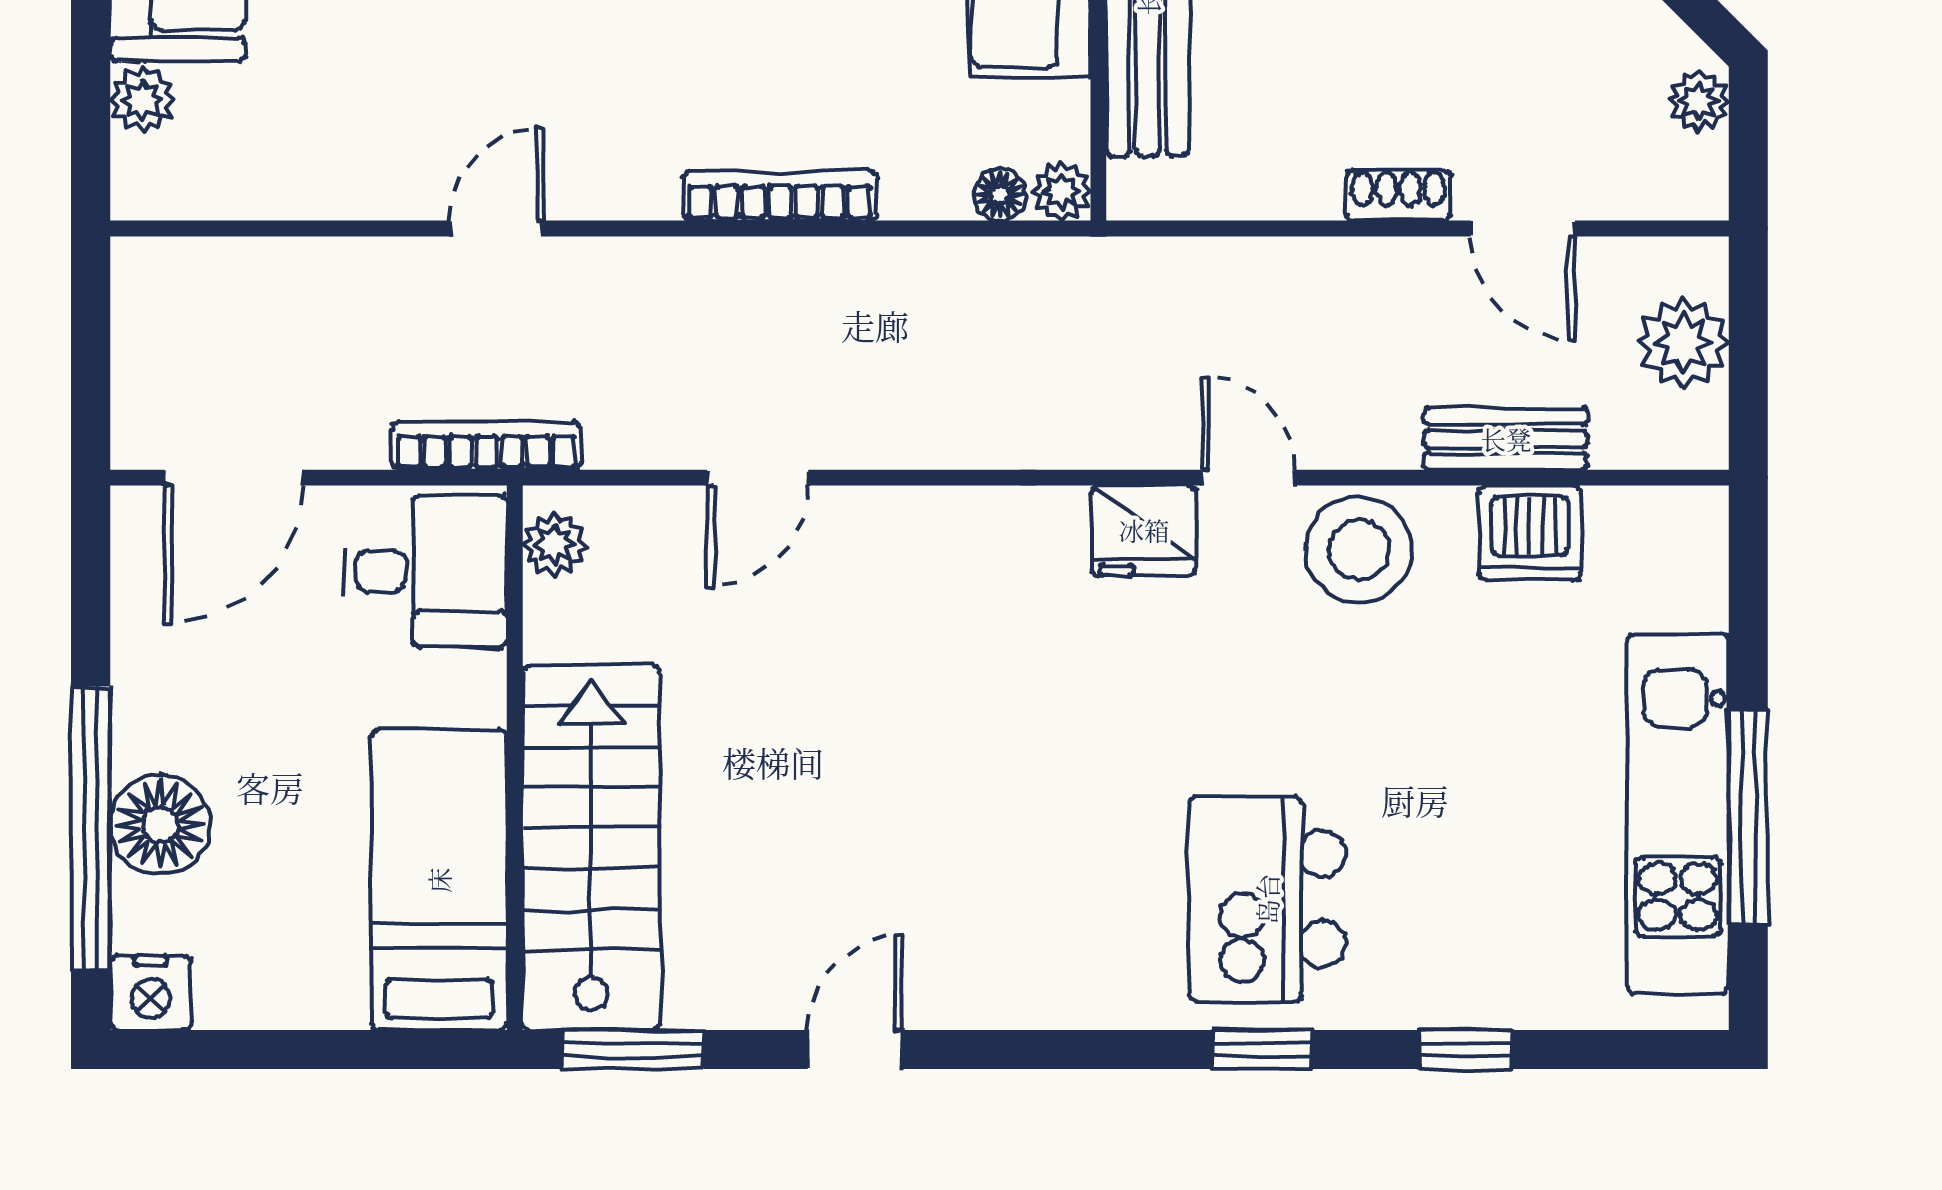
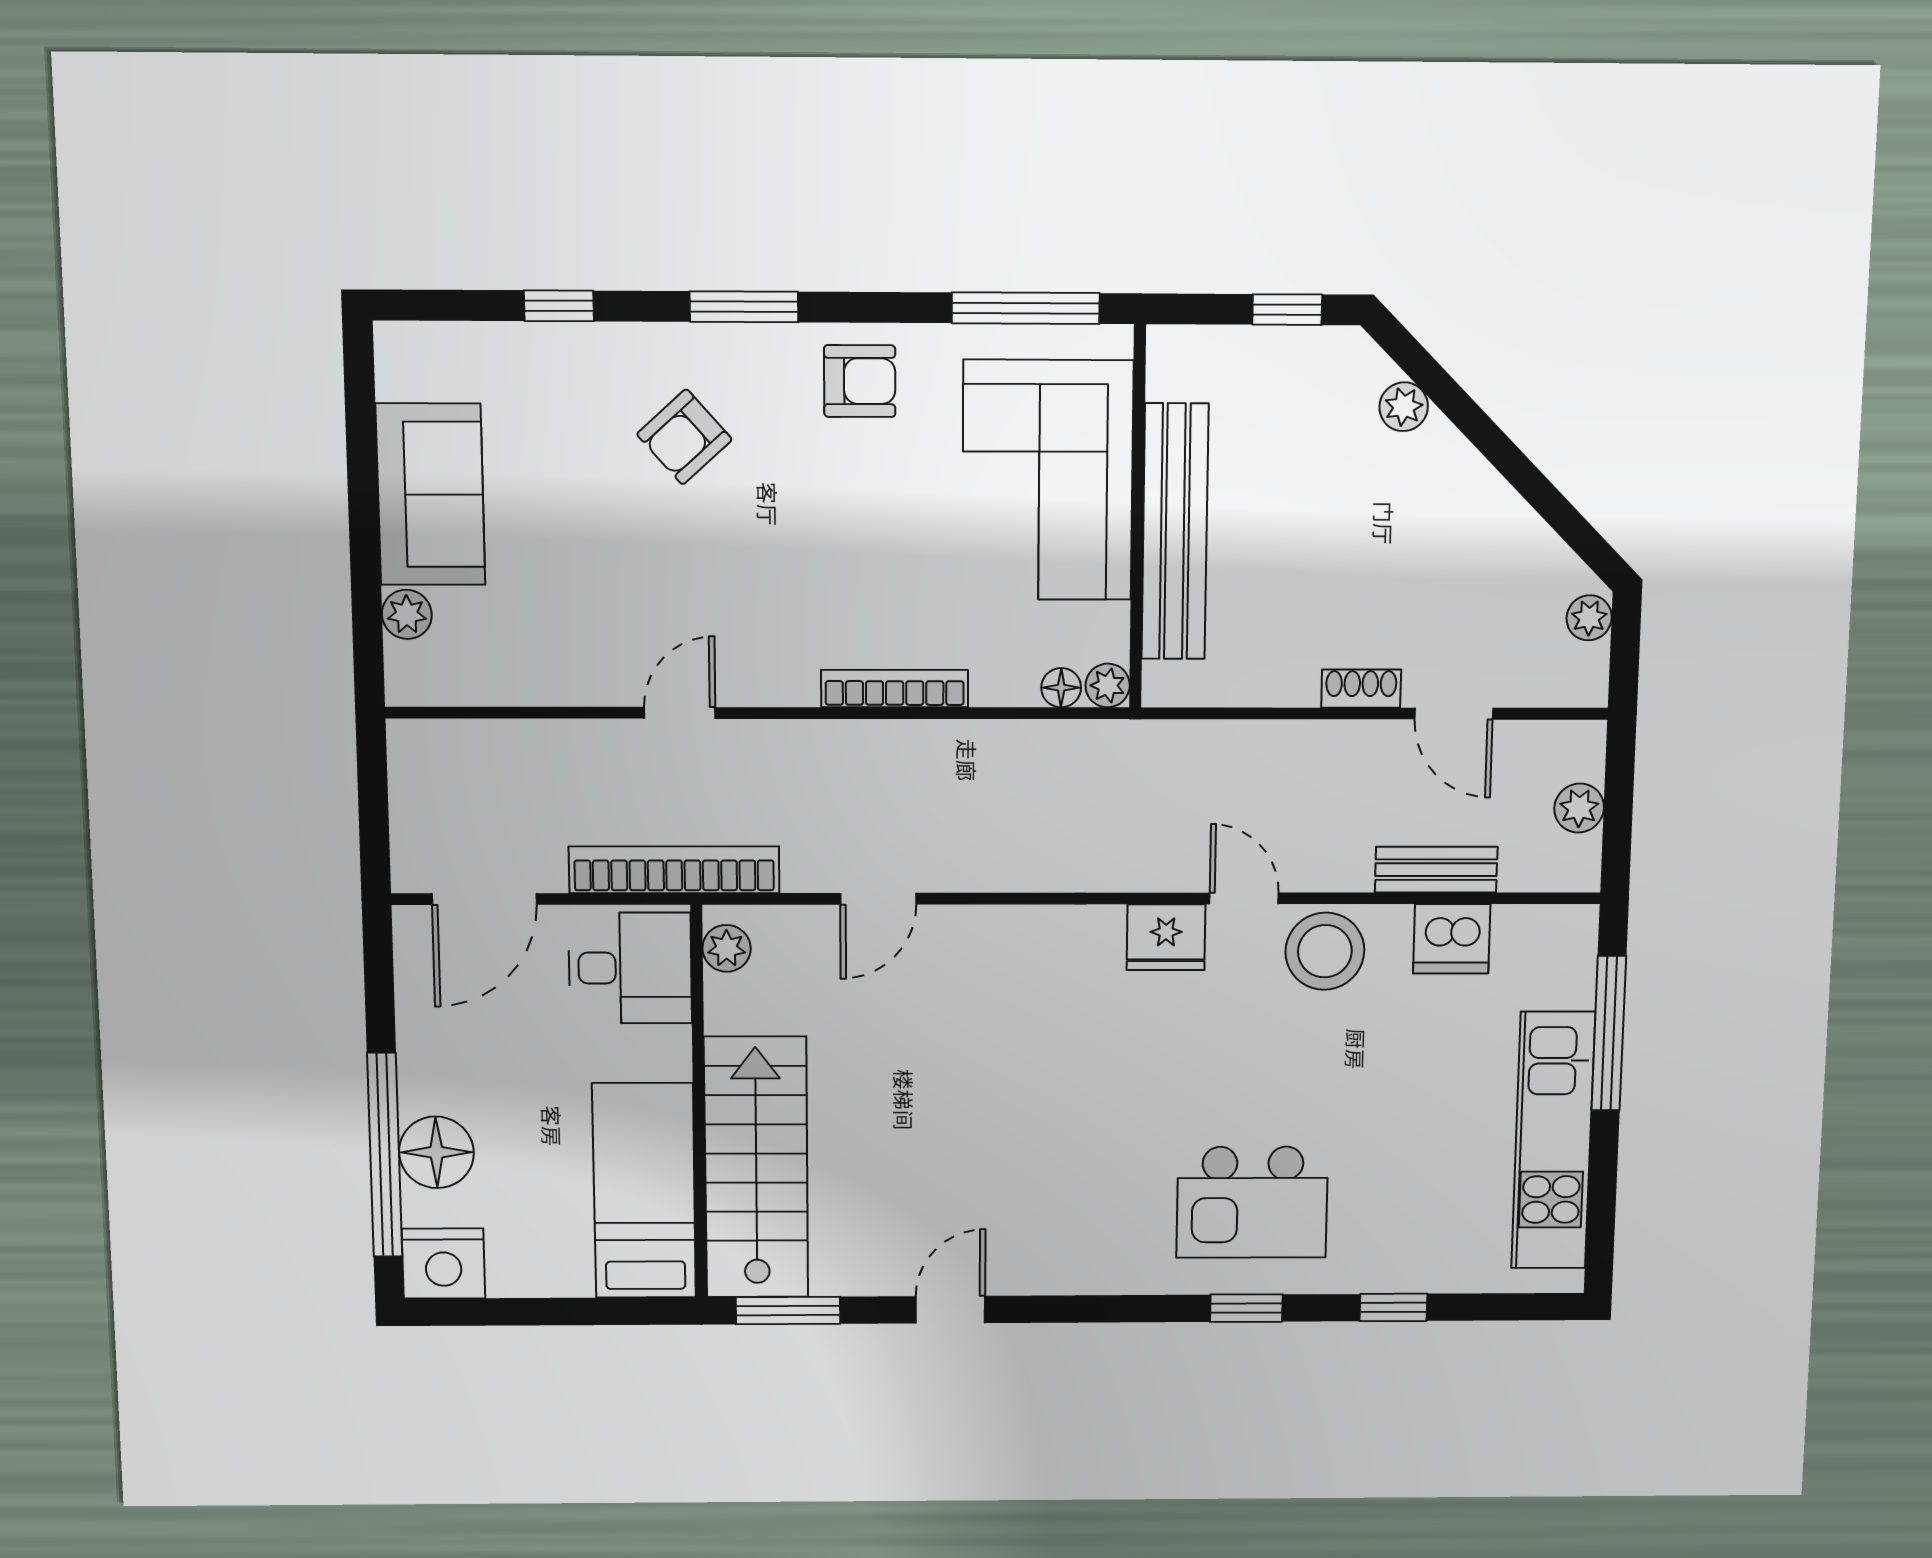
plant: (1683, 343) -> (1579, 808), width x0.73, depth x0.73
bookcase: (486, 446) -> (674, 870), width x1.48, depth x1.31
window: (1748, 816) -> (1609, 1033), moved
kitchen island: (1267, 899) -> (1252, 1202), turned -90
nightstand: (151, 993) -> (443, 1263), width x1.36, depth x1.33

